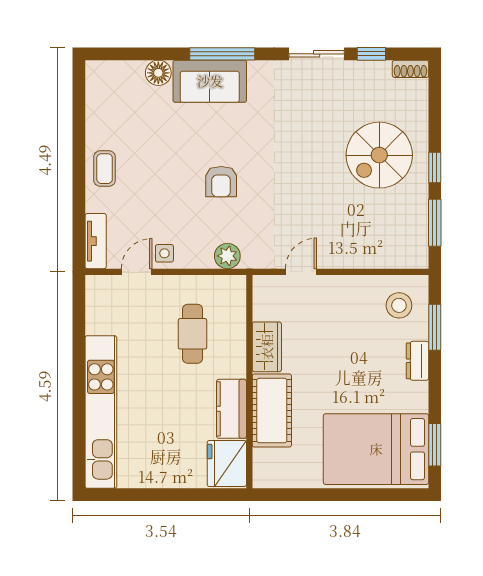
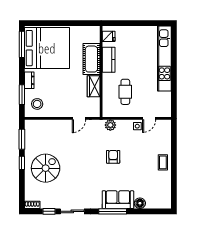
tv unit: (96, 241) -> (167, 131), removed
window: (435, 445) -> (22, 44), width x1.44
bed: (376, 449) -> (47, 48), width x1.36
fridge: (227, 464) -> (109, 36), width x0.53, depth x0.75

